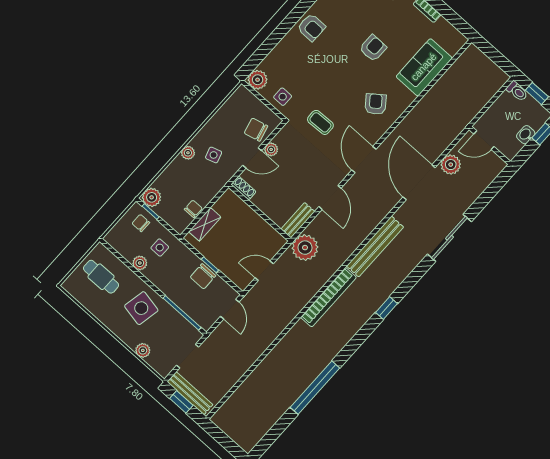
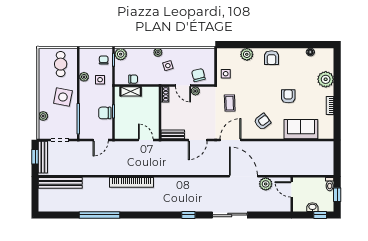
armchair: (373, 48) -> (288, 96), turned -90
plant: (258, 80) -> (247, 54), moved
door: (419, 182) -> (243, 176), hinge flipped
bench: (375, 246) -> (60, 183), moved
plant: (305, 248) -> (163, 150), removed
door: (264, 271) -> (146, 140), moved
bookcase: (329, 297) -> (131, 182), moved
window: (386, 308) -> (188, 215), moved

